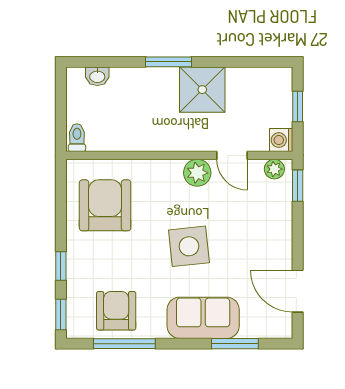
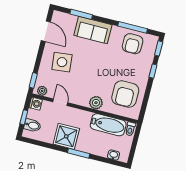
bidet: (276, 94) -> (32, 125), added
bathtub: (124, 135) -> (108, 125), added
plant: (197, 173) -> (96, 103), moved
side table: (189, 246) -> (62, 62), moved

